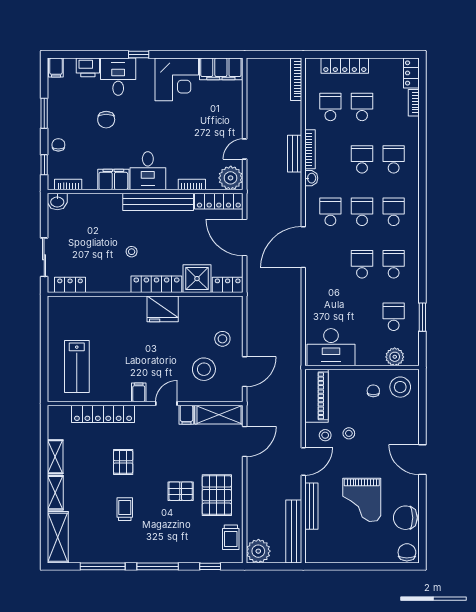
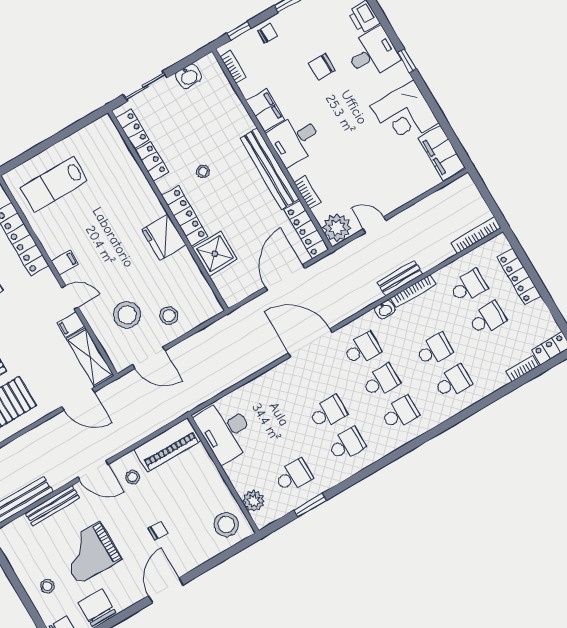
washbasin: (57, 201) -> (189, 76), moved, turned -90
locker: (228, 285) -> (152, 161), moved
chair: (373, 391) -> (158, 531), moved
stool: (349, 433) -> (47, 586), moved

